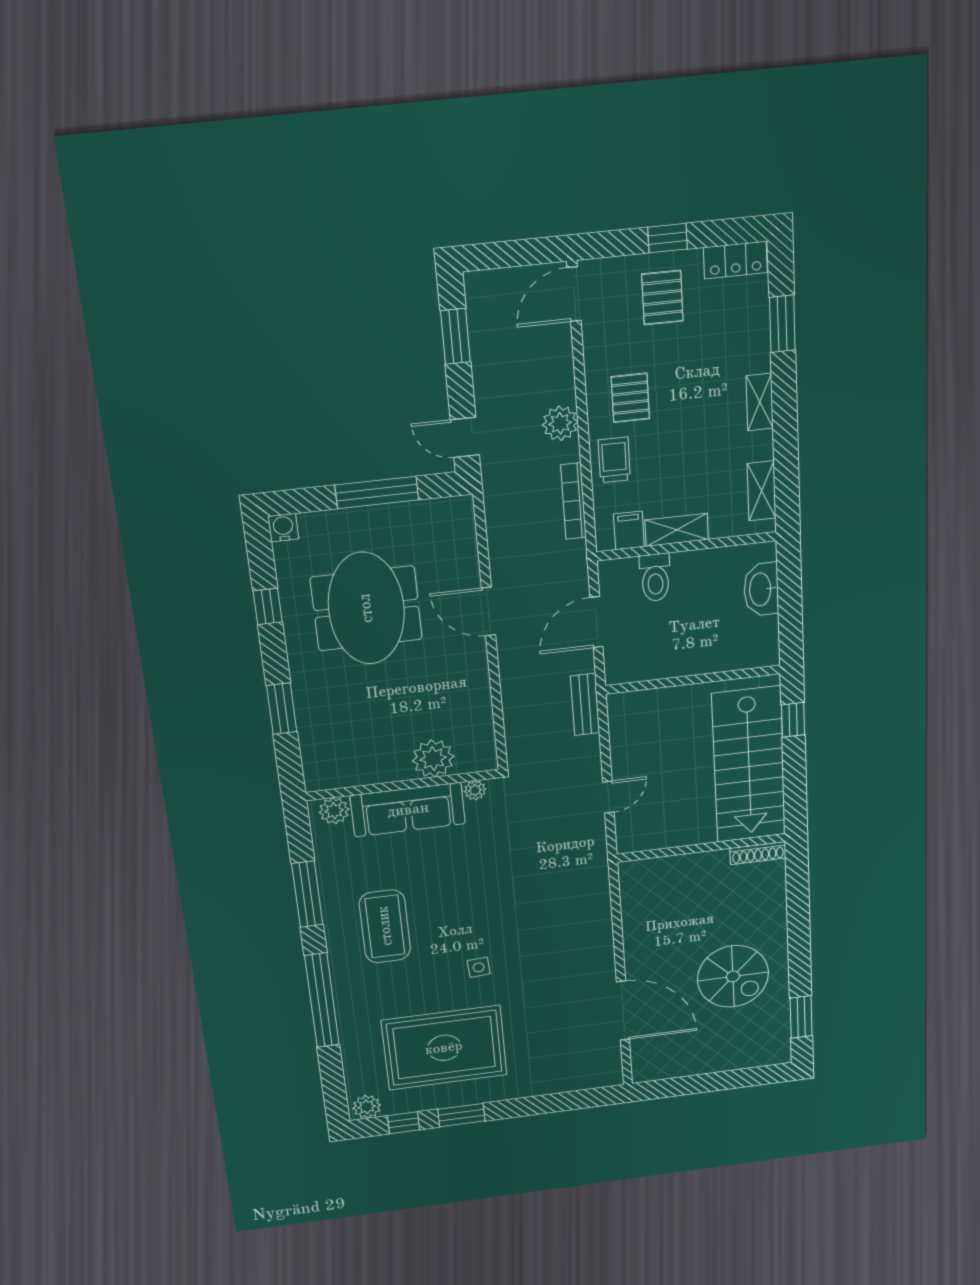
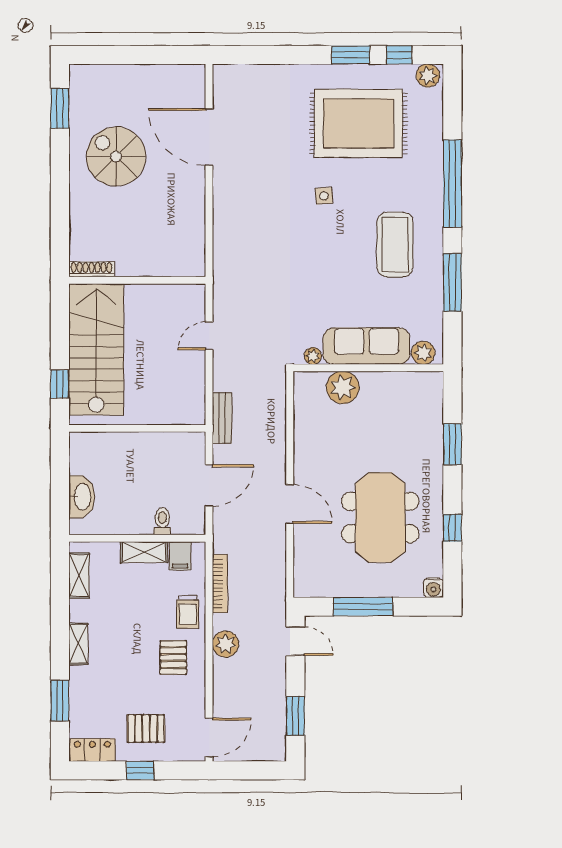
pallet: (662, 298) -> (146, 728), turned 90
toilet: (655, 578) -> (162, 521), width x0.73, depth x0.72

